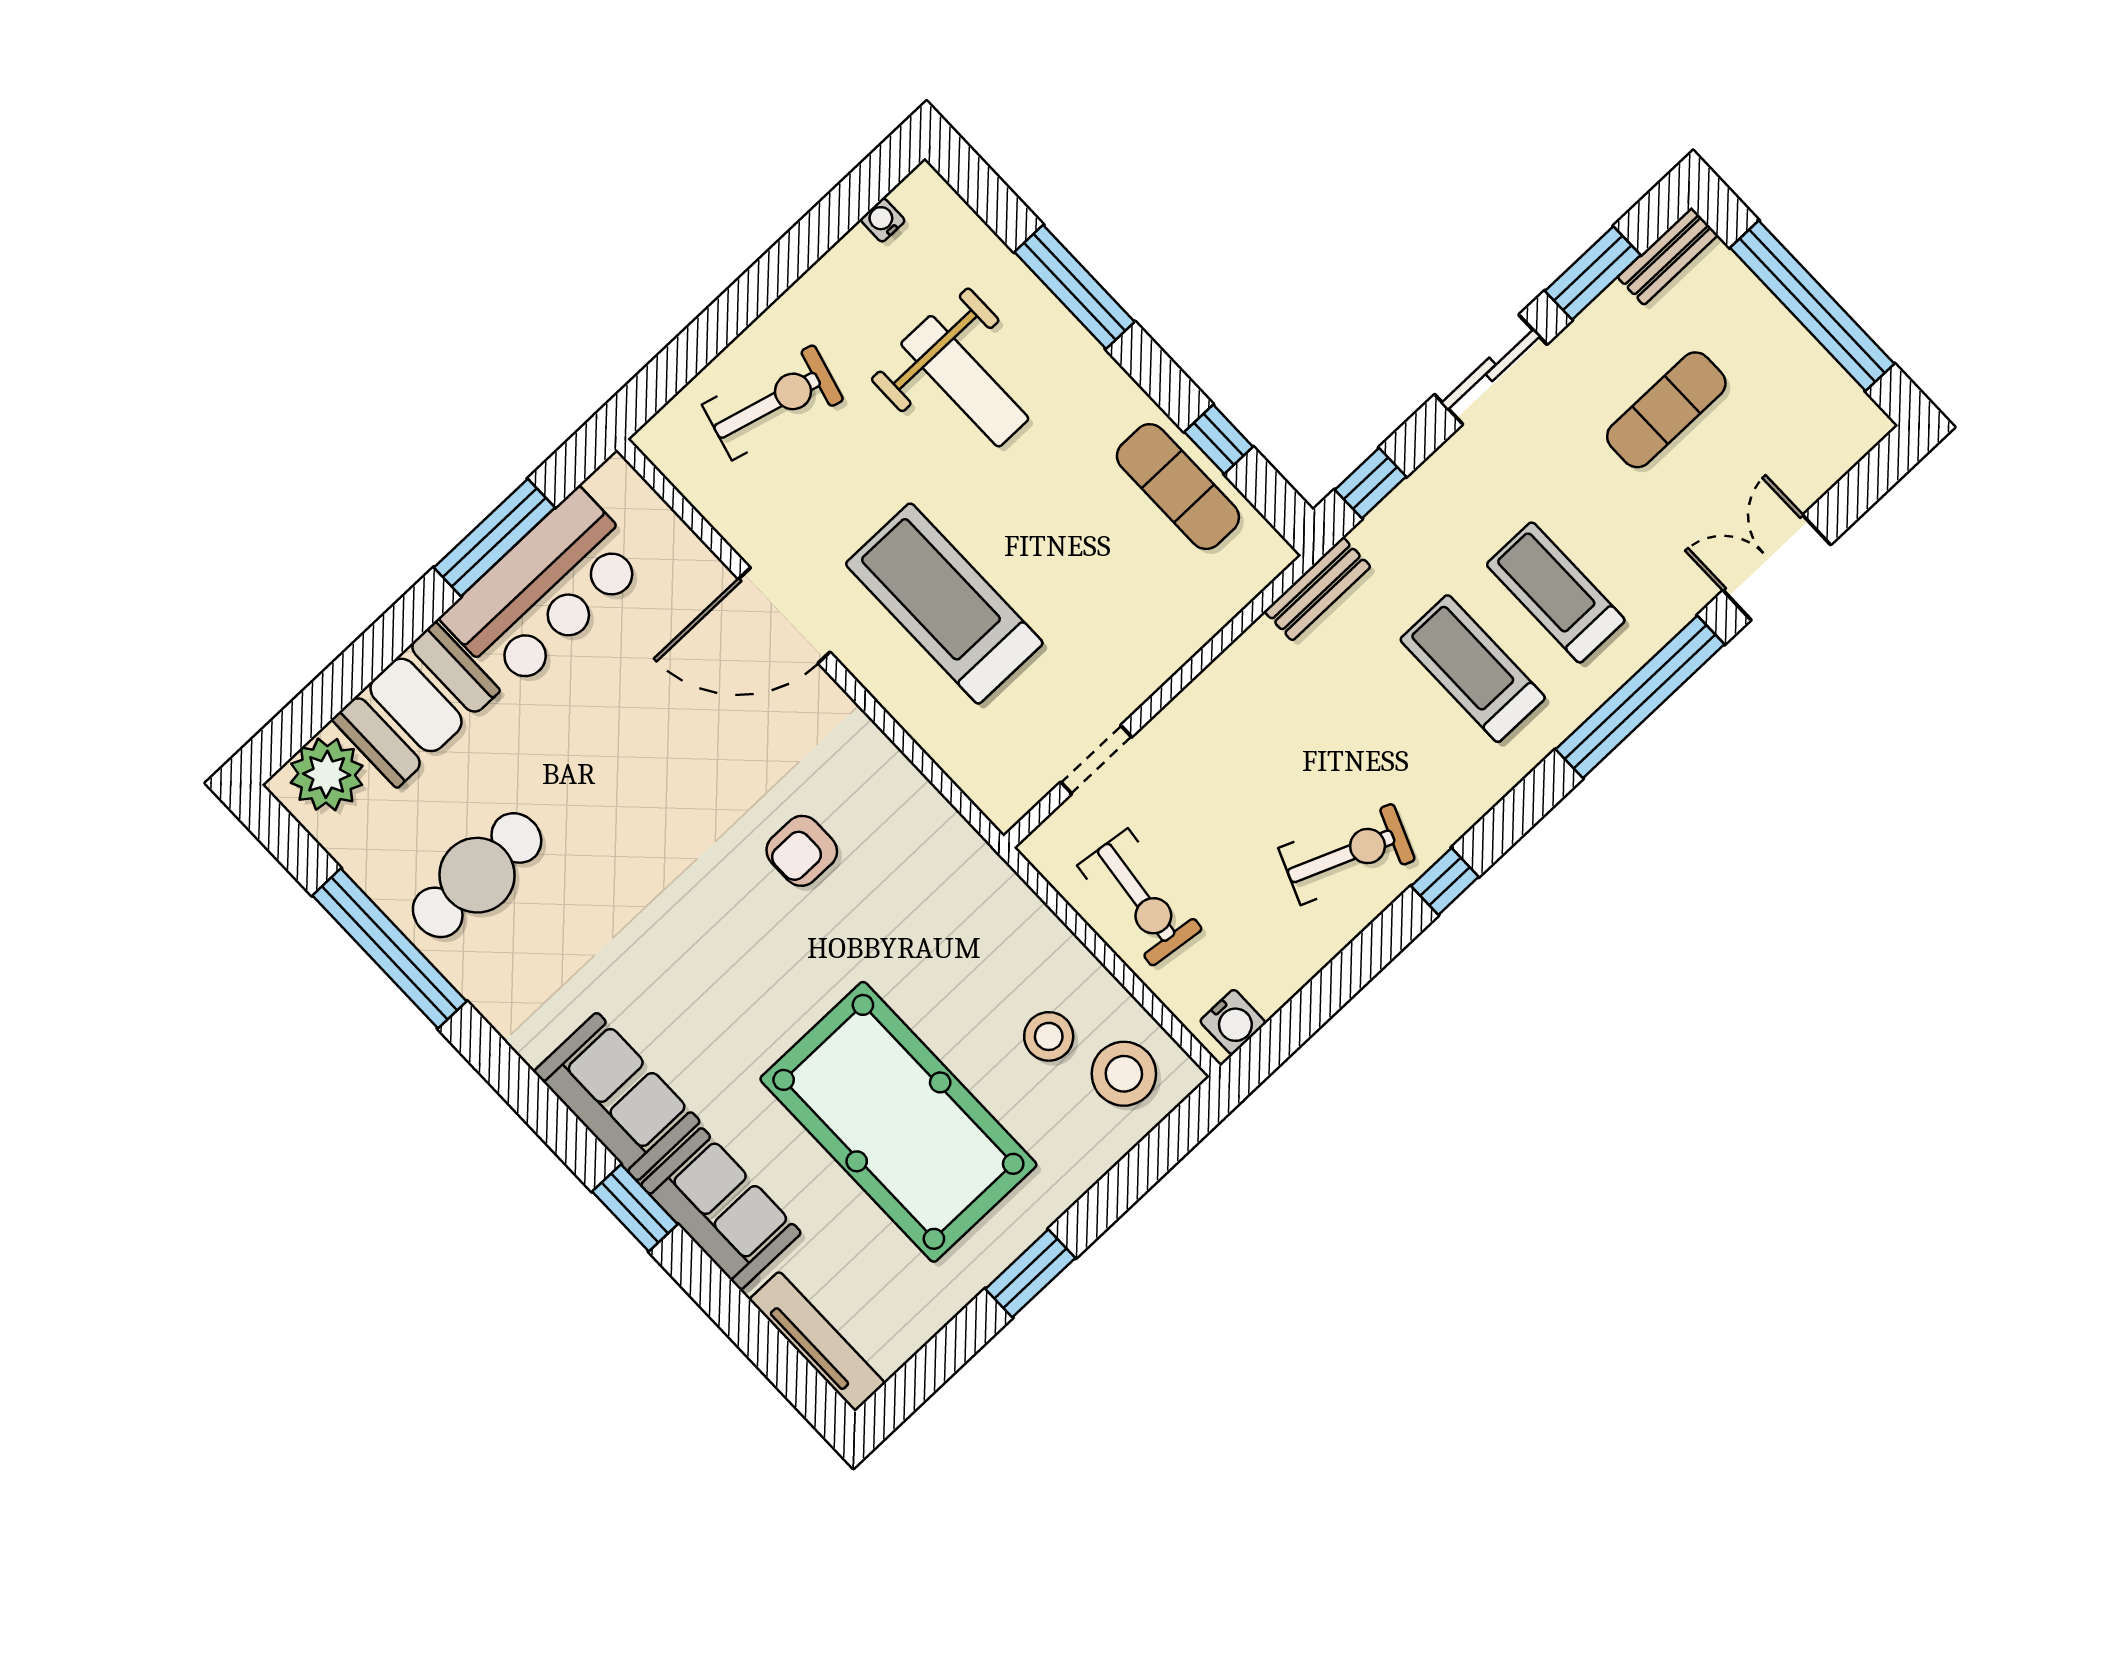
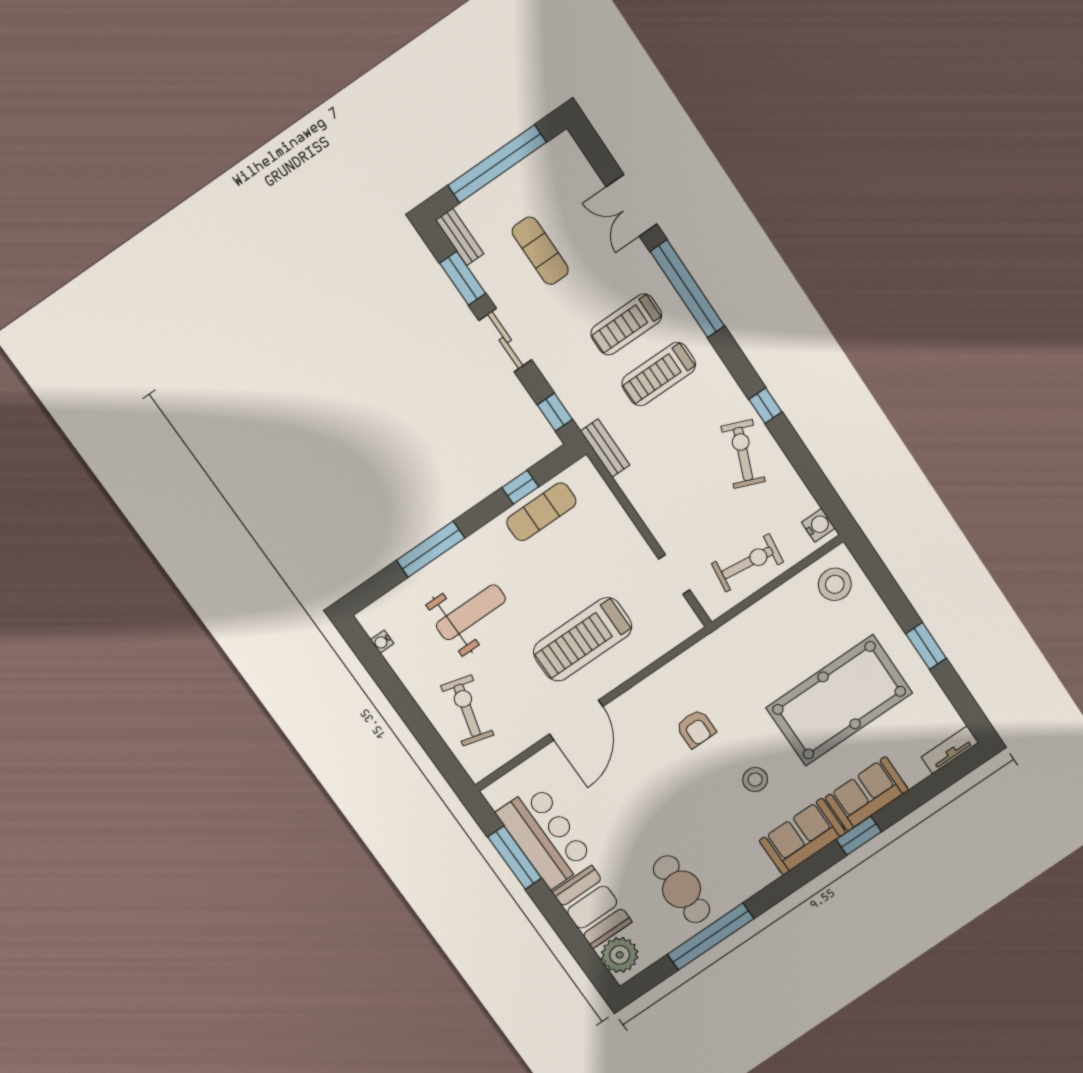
stool: (1049, 1036) -> (755, 779), moved
tv unit: (817, 1341) -> (950, 750), width x0.71

